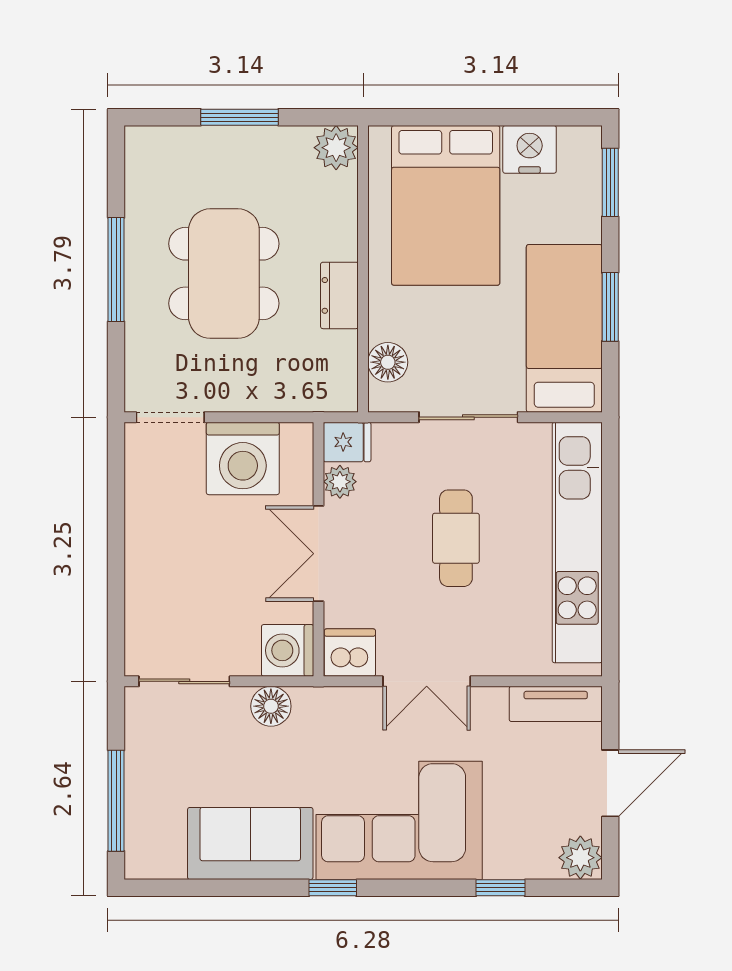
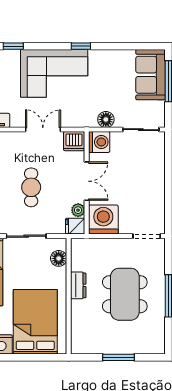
plant: (336, 148) -> (80, 345), removed
washing machine: (243, 458) -> (103, 220), moved
sofa: (250, 843) -> (151, 75), moved, turned 90

